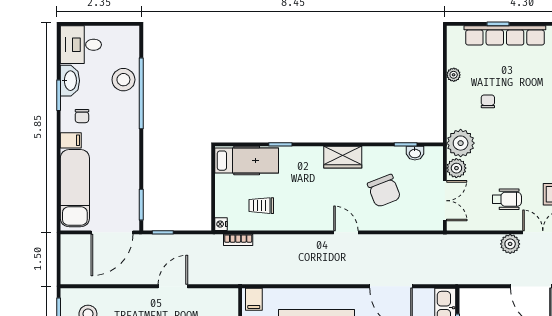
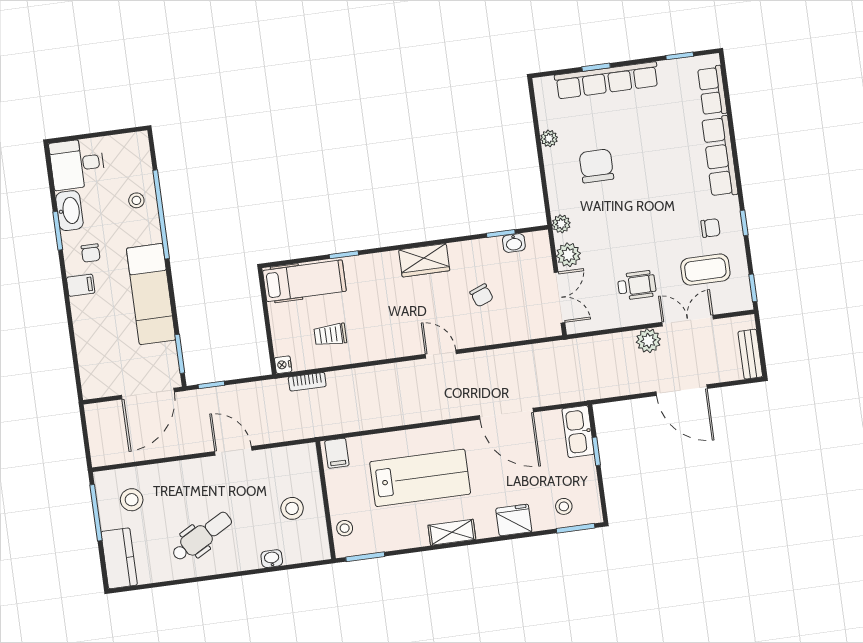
stool: (123, 80) -> (136, 200), width x0.53, depth x0.53
chair: (488, 101) -> (596, 166), width x1.87, depth x1.87
plant: (461, 143) -> (561, 224), width x0.53, depth x0.53
exam couch: (75, 188) -> (151, 294), moved, turned 180
chair: (384, 191) -> (482, 295), width x0.54, depth x0.54
door: (173, 286) -> (233, 451), hinge flipped

